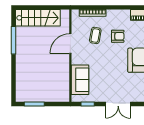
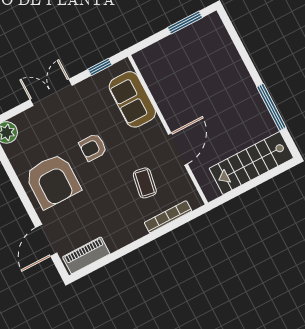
armchair: (118, 36) -> (93, 147), moved

